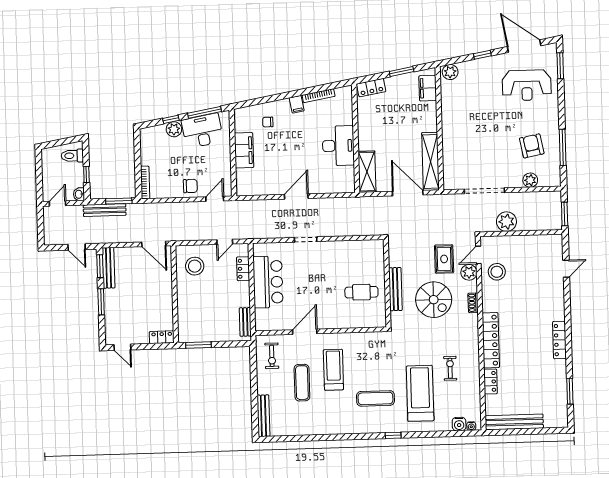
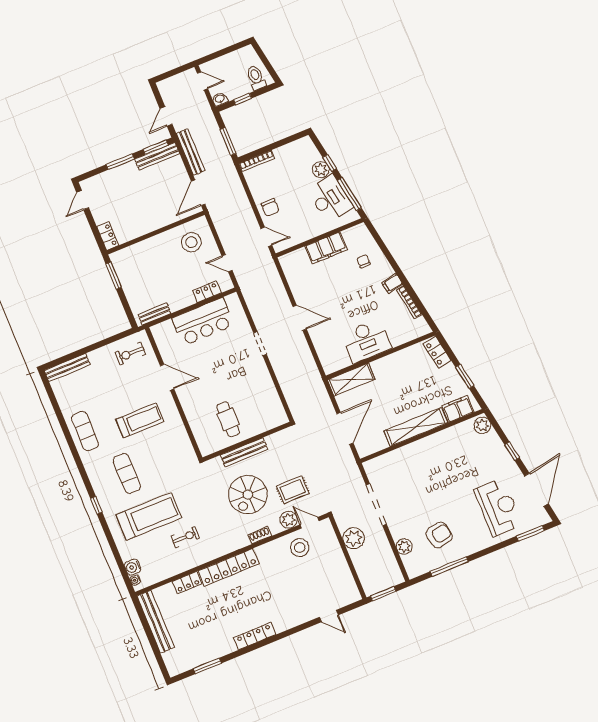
reception desk: (527, 85) -> (498, 507), turned 180
shelving: (430, 161) -> (416, 427), moved
bench: (105, 210) -> (191, 152), moved
exercise mat: (302, 383) -> (85, 431), moved, turned 90

